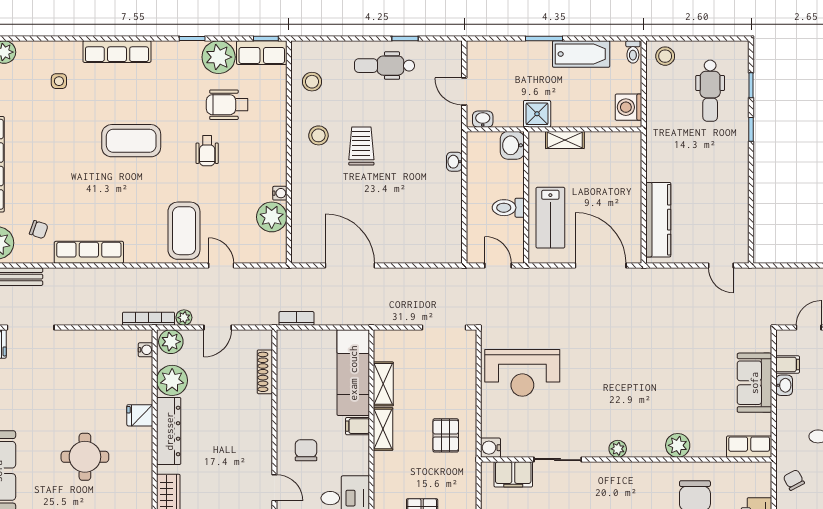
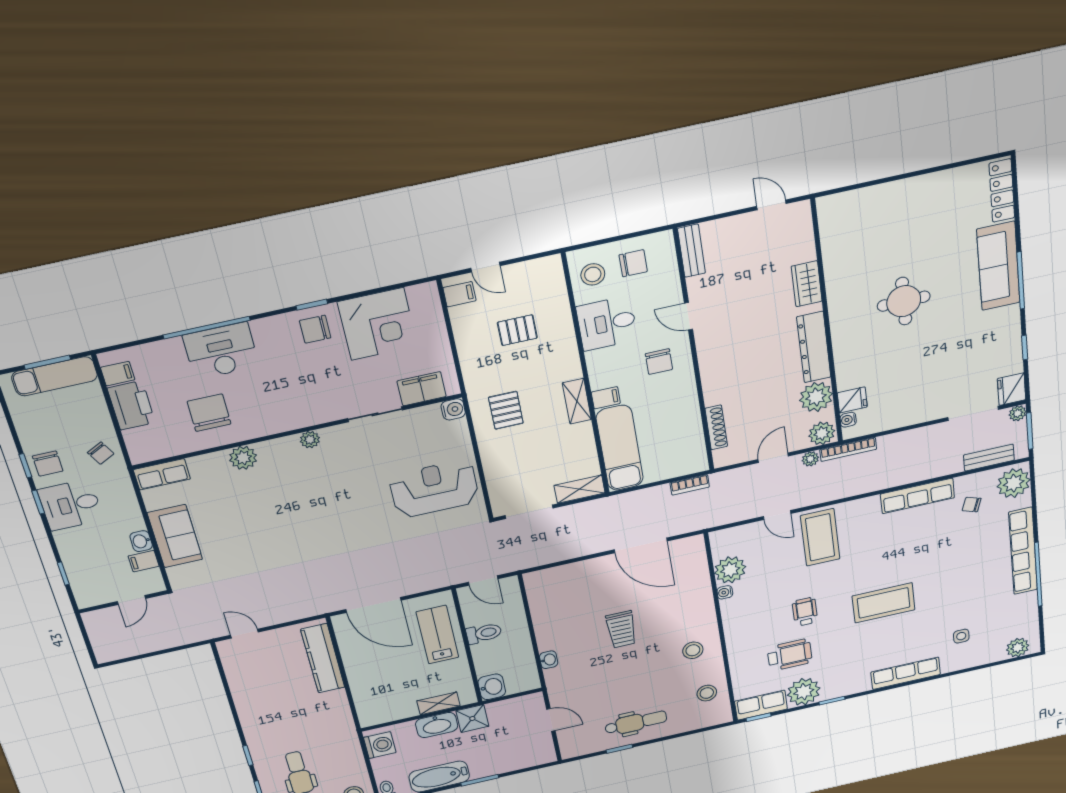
washbasin: (483, 119) -> (437, 725), moved, width x1.91, depth x1.45
trolley: (361, 146) -> (621, 629), moved
shelving: (383, 384) -> (580, 489), moved, turned 90
fridge: (140, 415) -> (852, 400), moved

